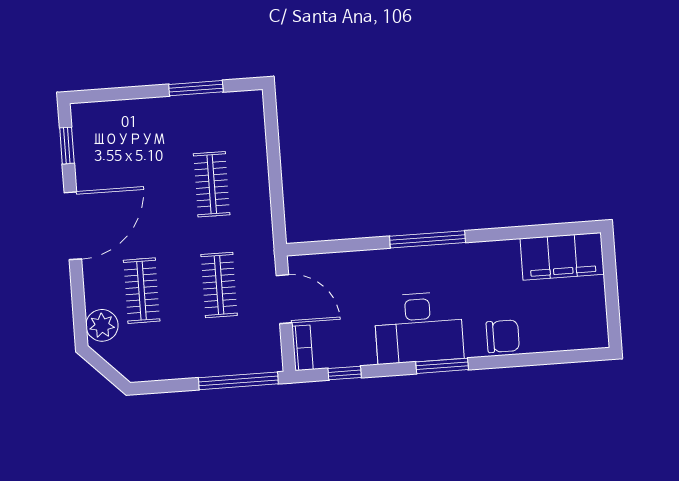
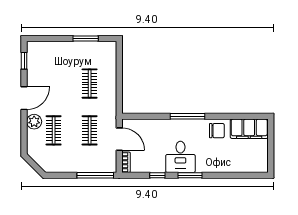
door: (73, 226) -> (24, 98), width x0.73
plant: (102, 325) -> (34, 122), moved
desk: (419, 328) -> (180, 157), width x0.73
chair: (503, 336) -> (217, 131), moved
window: (345, 373) -> (157, 175), moved

